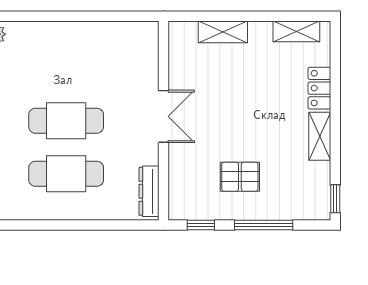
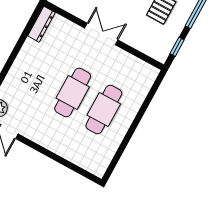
dresser: (149, 191) -> (42, 24), moved, turned -90

